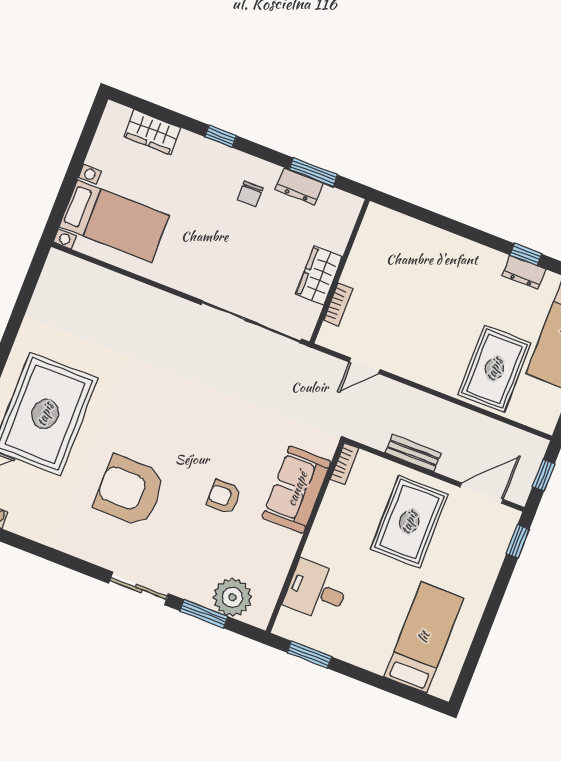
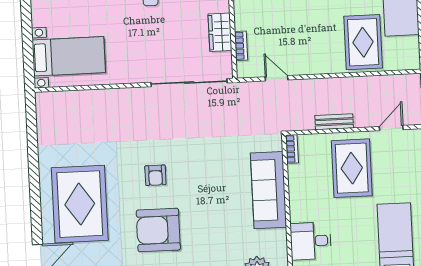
door: (365, 366) -> (277, 78), swing flipped
sofa: (297, 489) -> (268, 190), width x1.36
door: (482, 493) -> (391, 128), width x0.73
armchair: (224, 497) -> (155, 175), moved, turned -90

